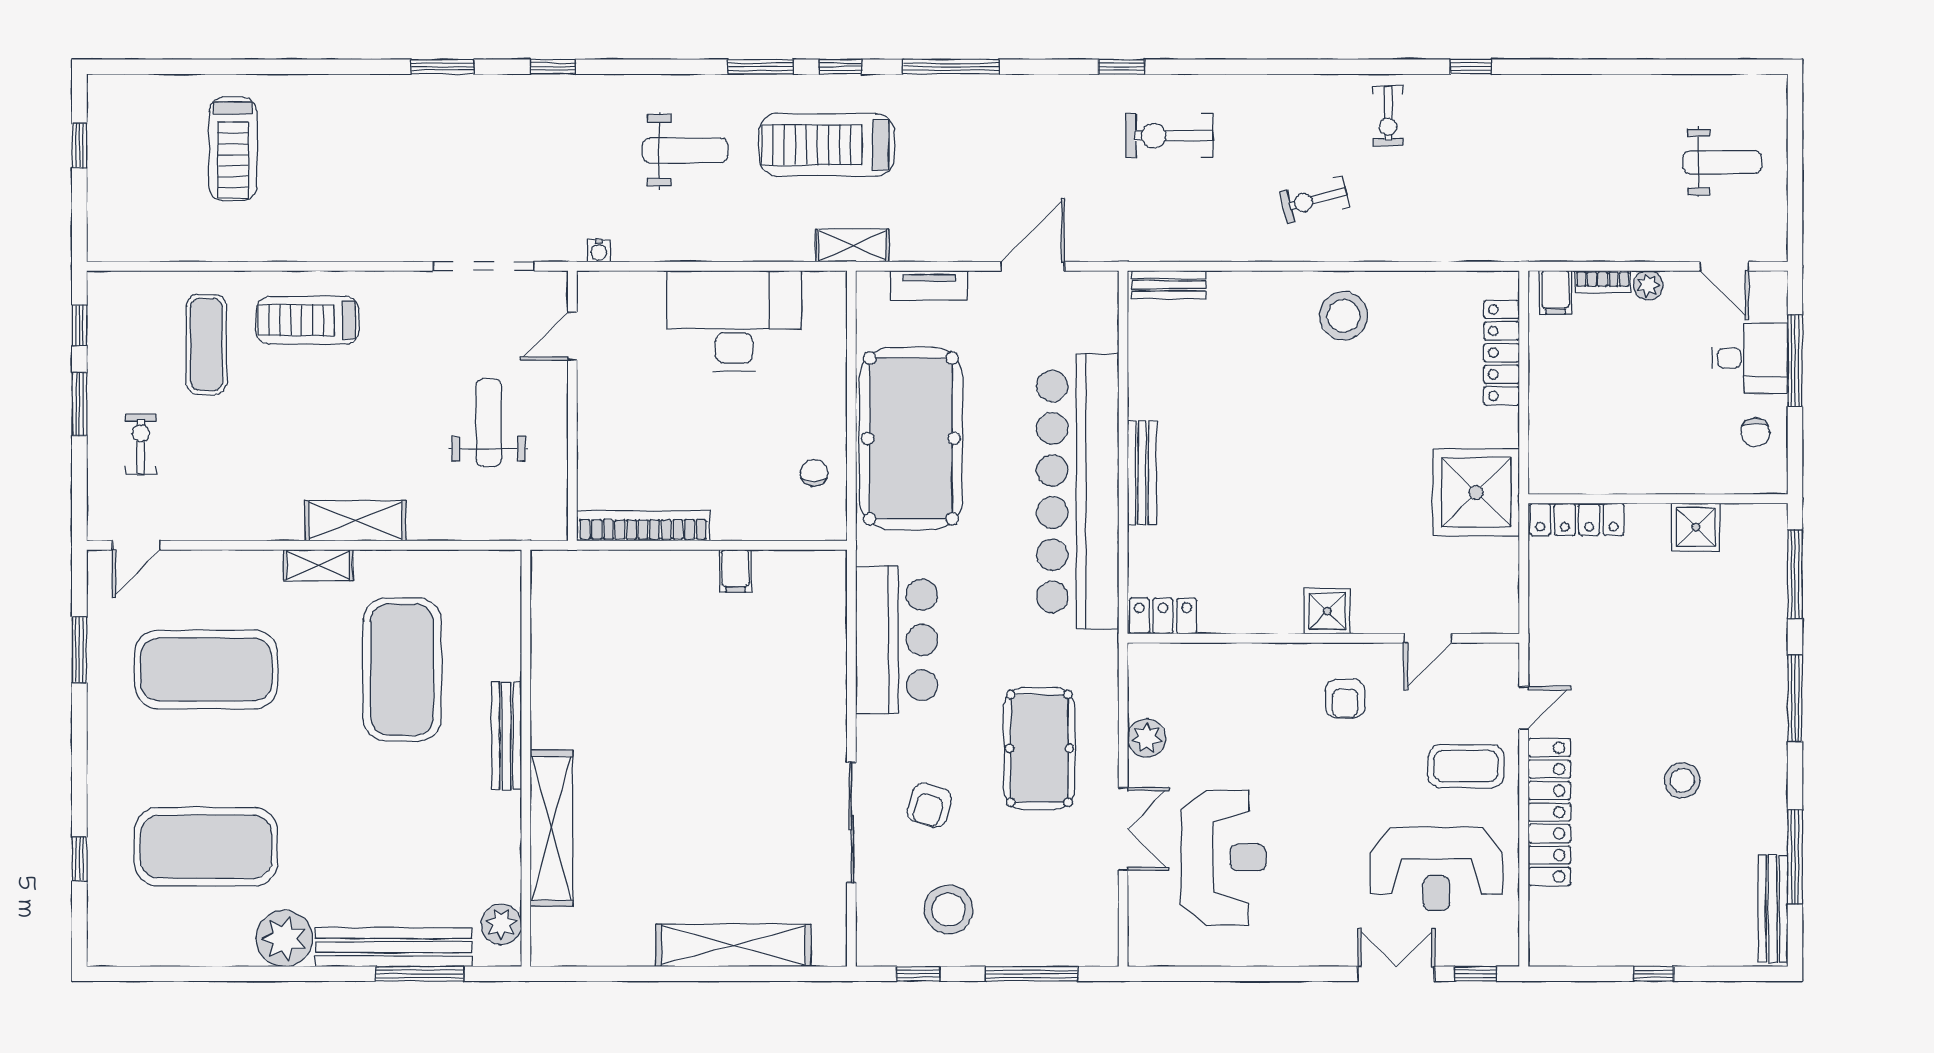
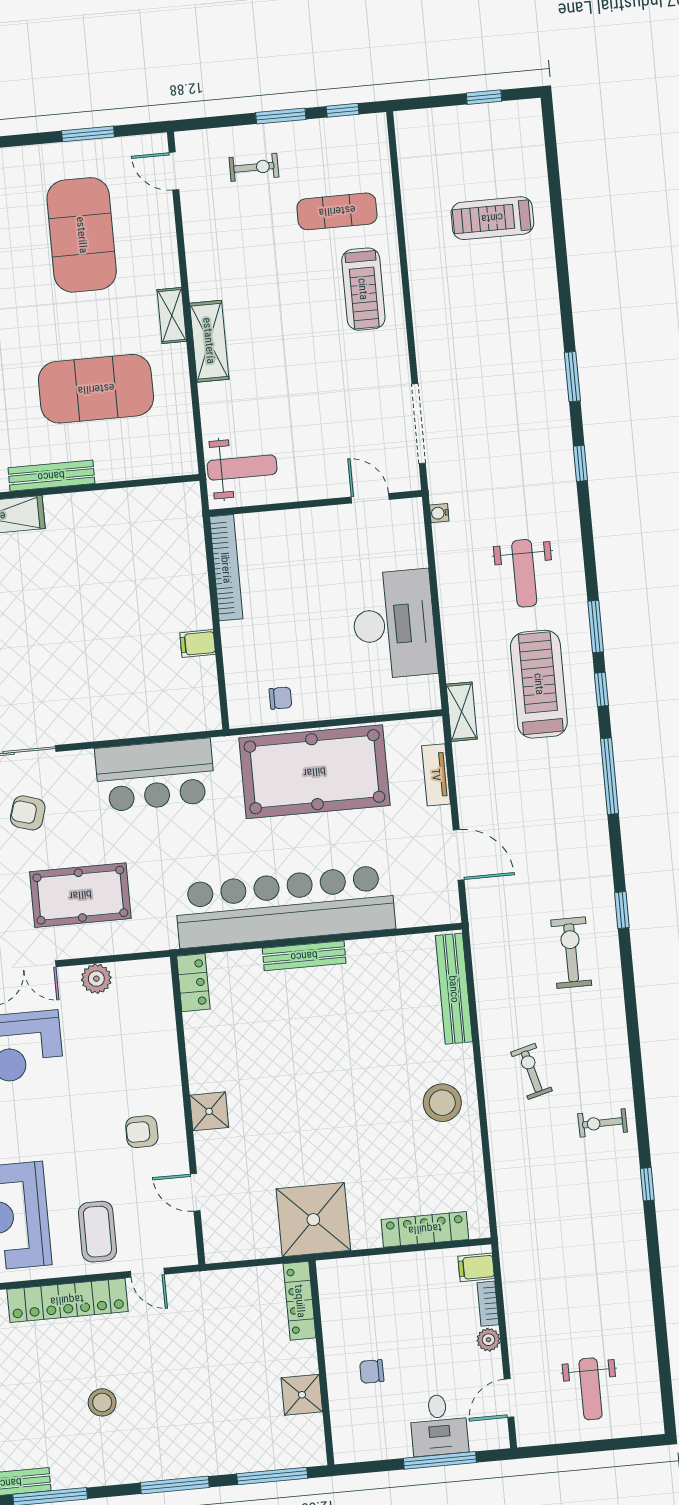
bench: (1169, 285) -> (454, 989), width x1.86, depth x1.21
treadmill: (307, 320) -> (363, 289), turned 180
weight bench: (489, 423) -> (242, 467), moved
chair: (1755, 432) -> (372, 1371), moved

